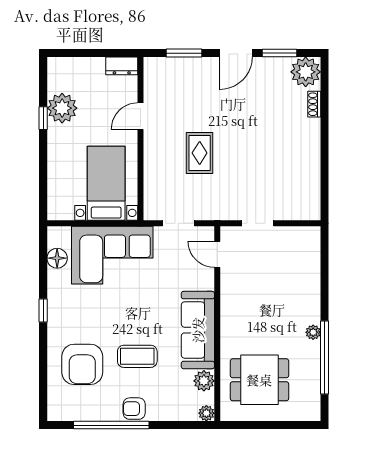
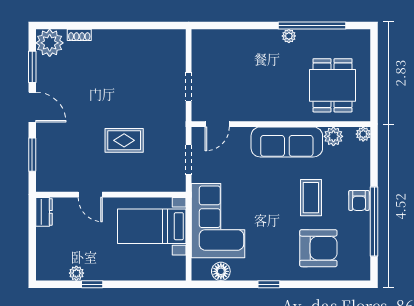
plant: (62, 108) -> (76, 273), width x0.53, depth x0.53

